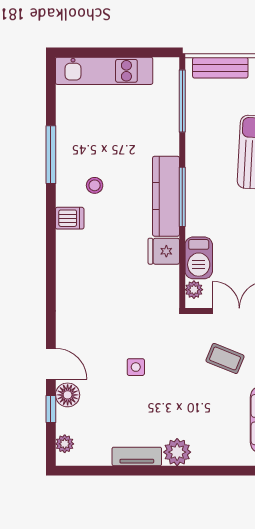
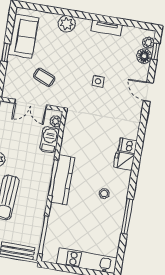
dishwasher: (70, 218) -> (128, 146), moved
fridge: (164, 251) -> (124, 161), moved, turned 180
floor lamp: (68, 395) -> (144, 56), moved
window: (51, 409) -> (155, 51), moved
plant: (177, 452) -> (67, 24), moved

